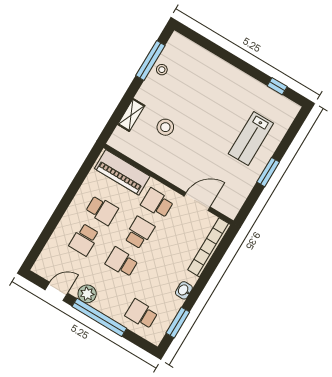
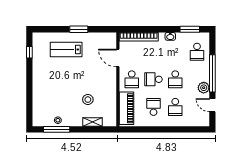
lab bench: (251, 138) -> (66, 50), turned 180
school desk: (84, 240) -> (175, 107), turned 90

